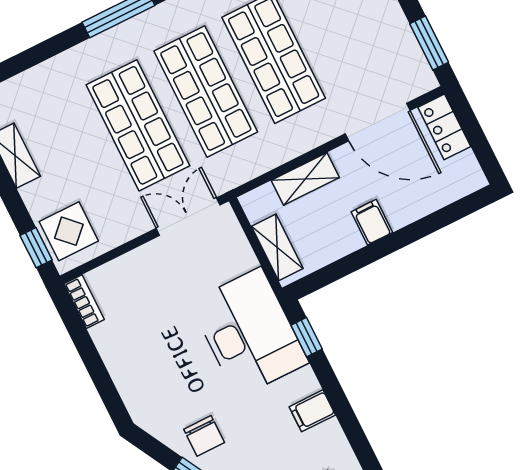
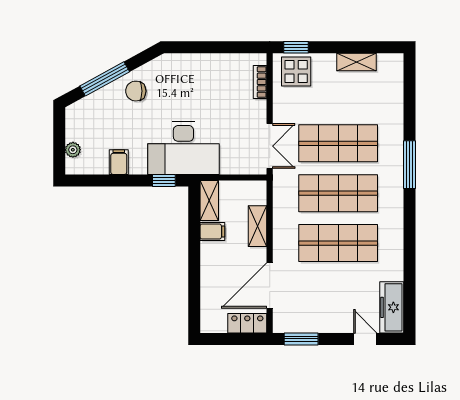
filing cabinet: (372, 222) -> (212, 231), moved
shelving: (277, 247) -> (209, 201), moved, turned 90
bookcase: (84, 302) -> (260, 82), moved, turned 90

